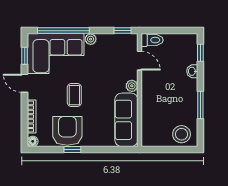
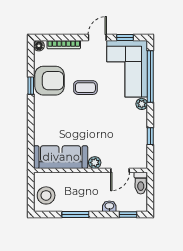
toilet: (152, 40) -> (141, 183), moved
door: (139, 61) -> (120, 170), moved
plant: (132, 86) -> (95, 163), moved
wall: (139, 90) -> (90, 170), moved
sofa: (126, 120) -> (61, 157), moved

